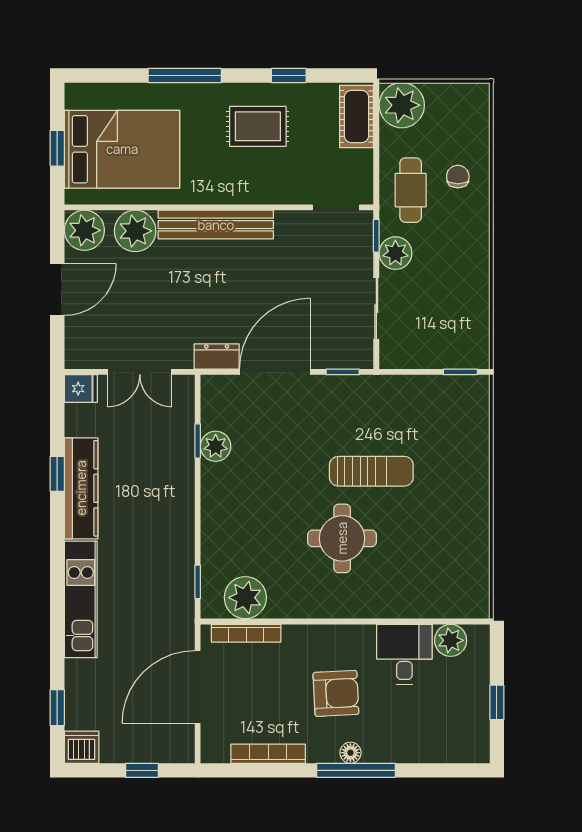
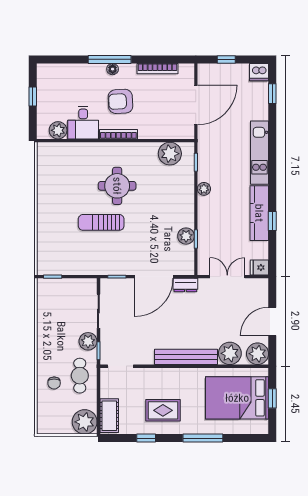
plant: (183, 533) -> (204, 189), added
bookcase: (246, 633) -> (118, 134), moved

